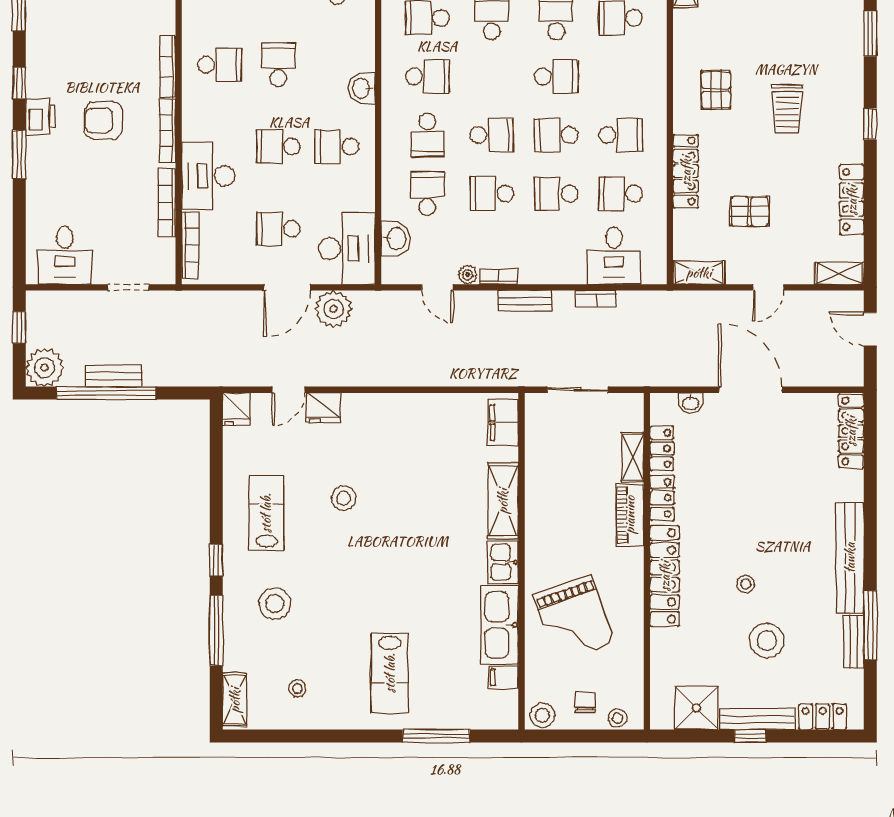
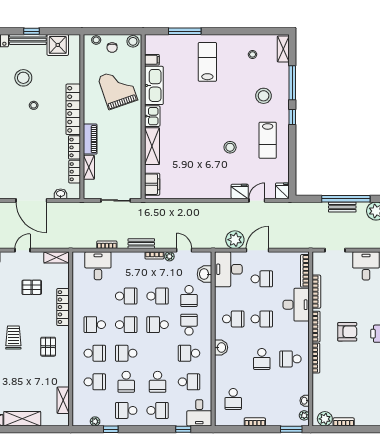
school desk: (621, 194) -> (95, 353), moved

